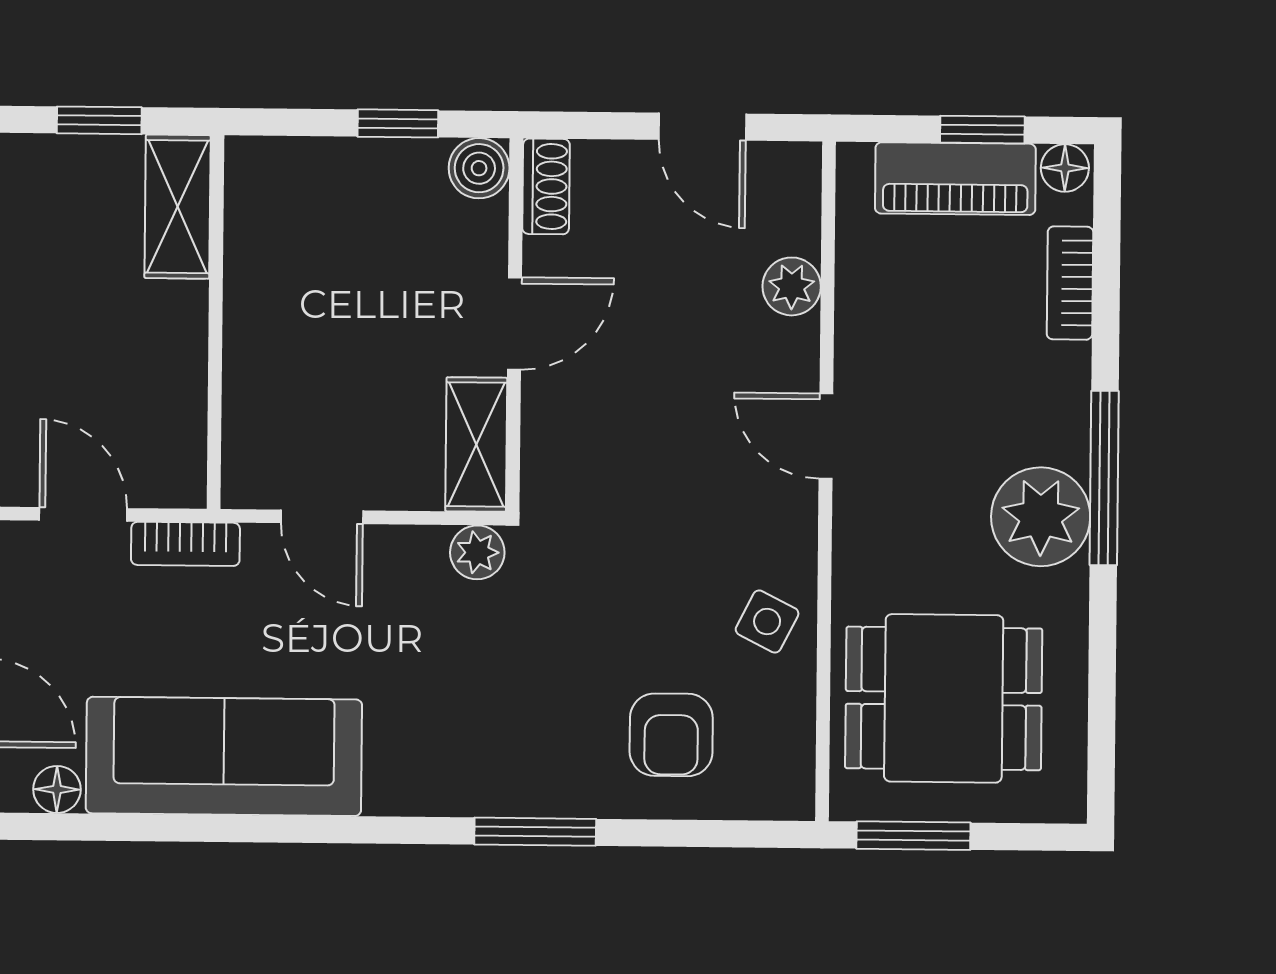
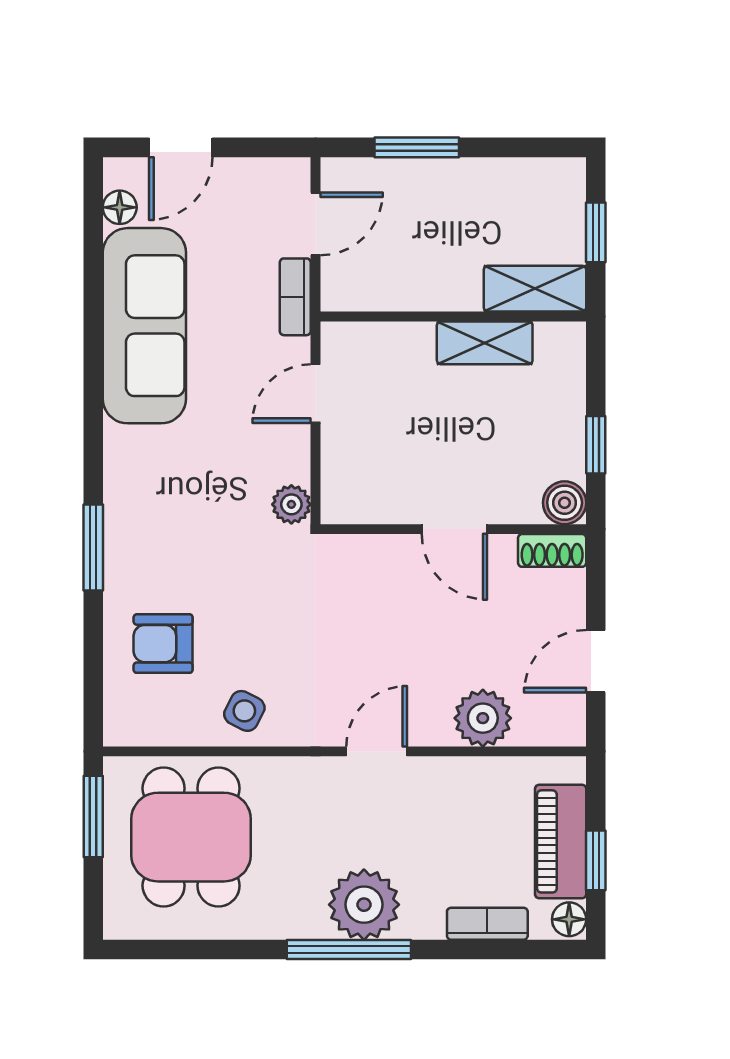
plant: (792, 286) -> (483, 718), width x1.38, depth x1.38
shelving: (476, 444) -> (485, 343), moved
plant: (1041, 517) -> (364, 905), moved

